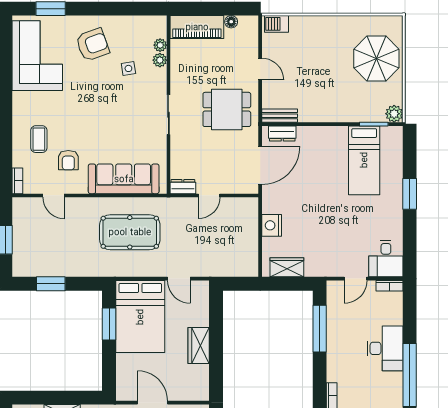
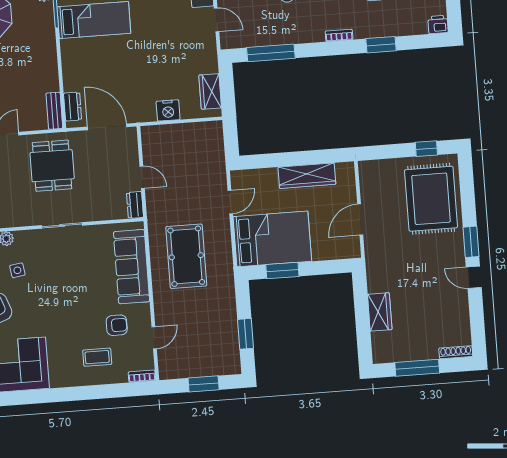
wardrobe: (199, 345) -> (307, 176), width x1.50

